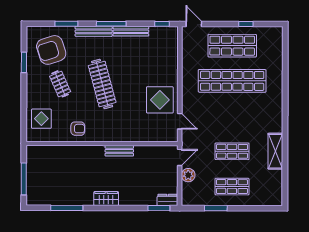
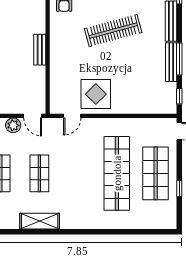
window: (111, 24) -> (179, 59), moved

